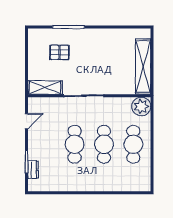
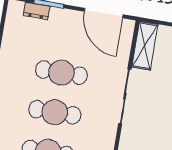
door: (26, 121) -> (104, 13), width x1.87

